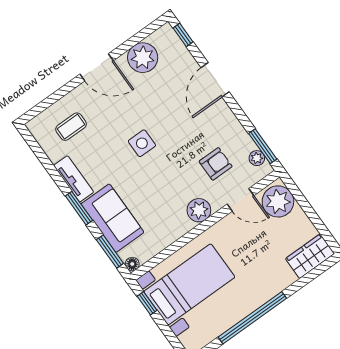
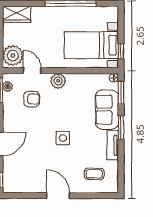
plant: (143, 58) -> (30, 183), removed
armchair: (216, 164) -> (32, 99), turned 180

